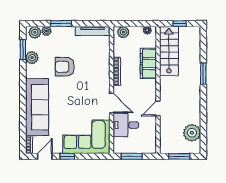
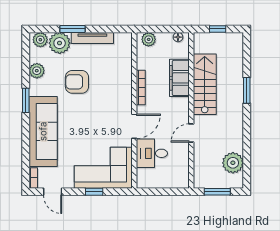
plant: (46, 31) -> (60, 43), width x1.87, depth x1.87
tv unit: (93, 31) -> (92, 38), moved
window: (23, 50) -> (26, 100), moved
stairs: (169, 51) -> (205, 84), moved
door: (111, 103) -> (134, 126), hinge flipped
door: (45, 156) -> (53, 192), swing flipped
window: (67, 156) -> (94, 192), moved
window: (132, 156) -> (159, 192), removed

